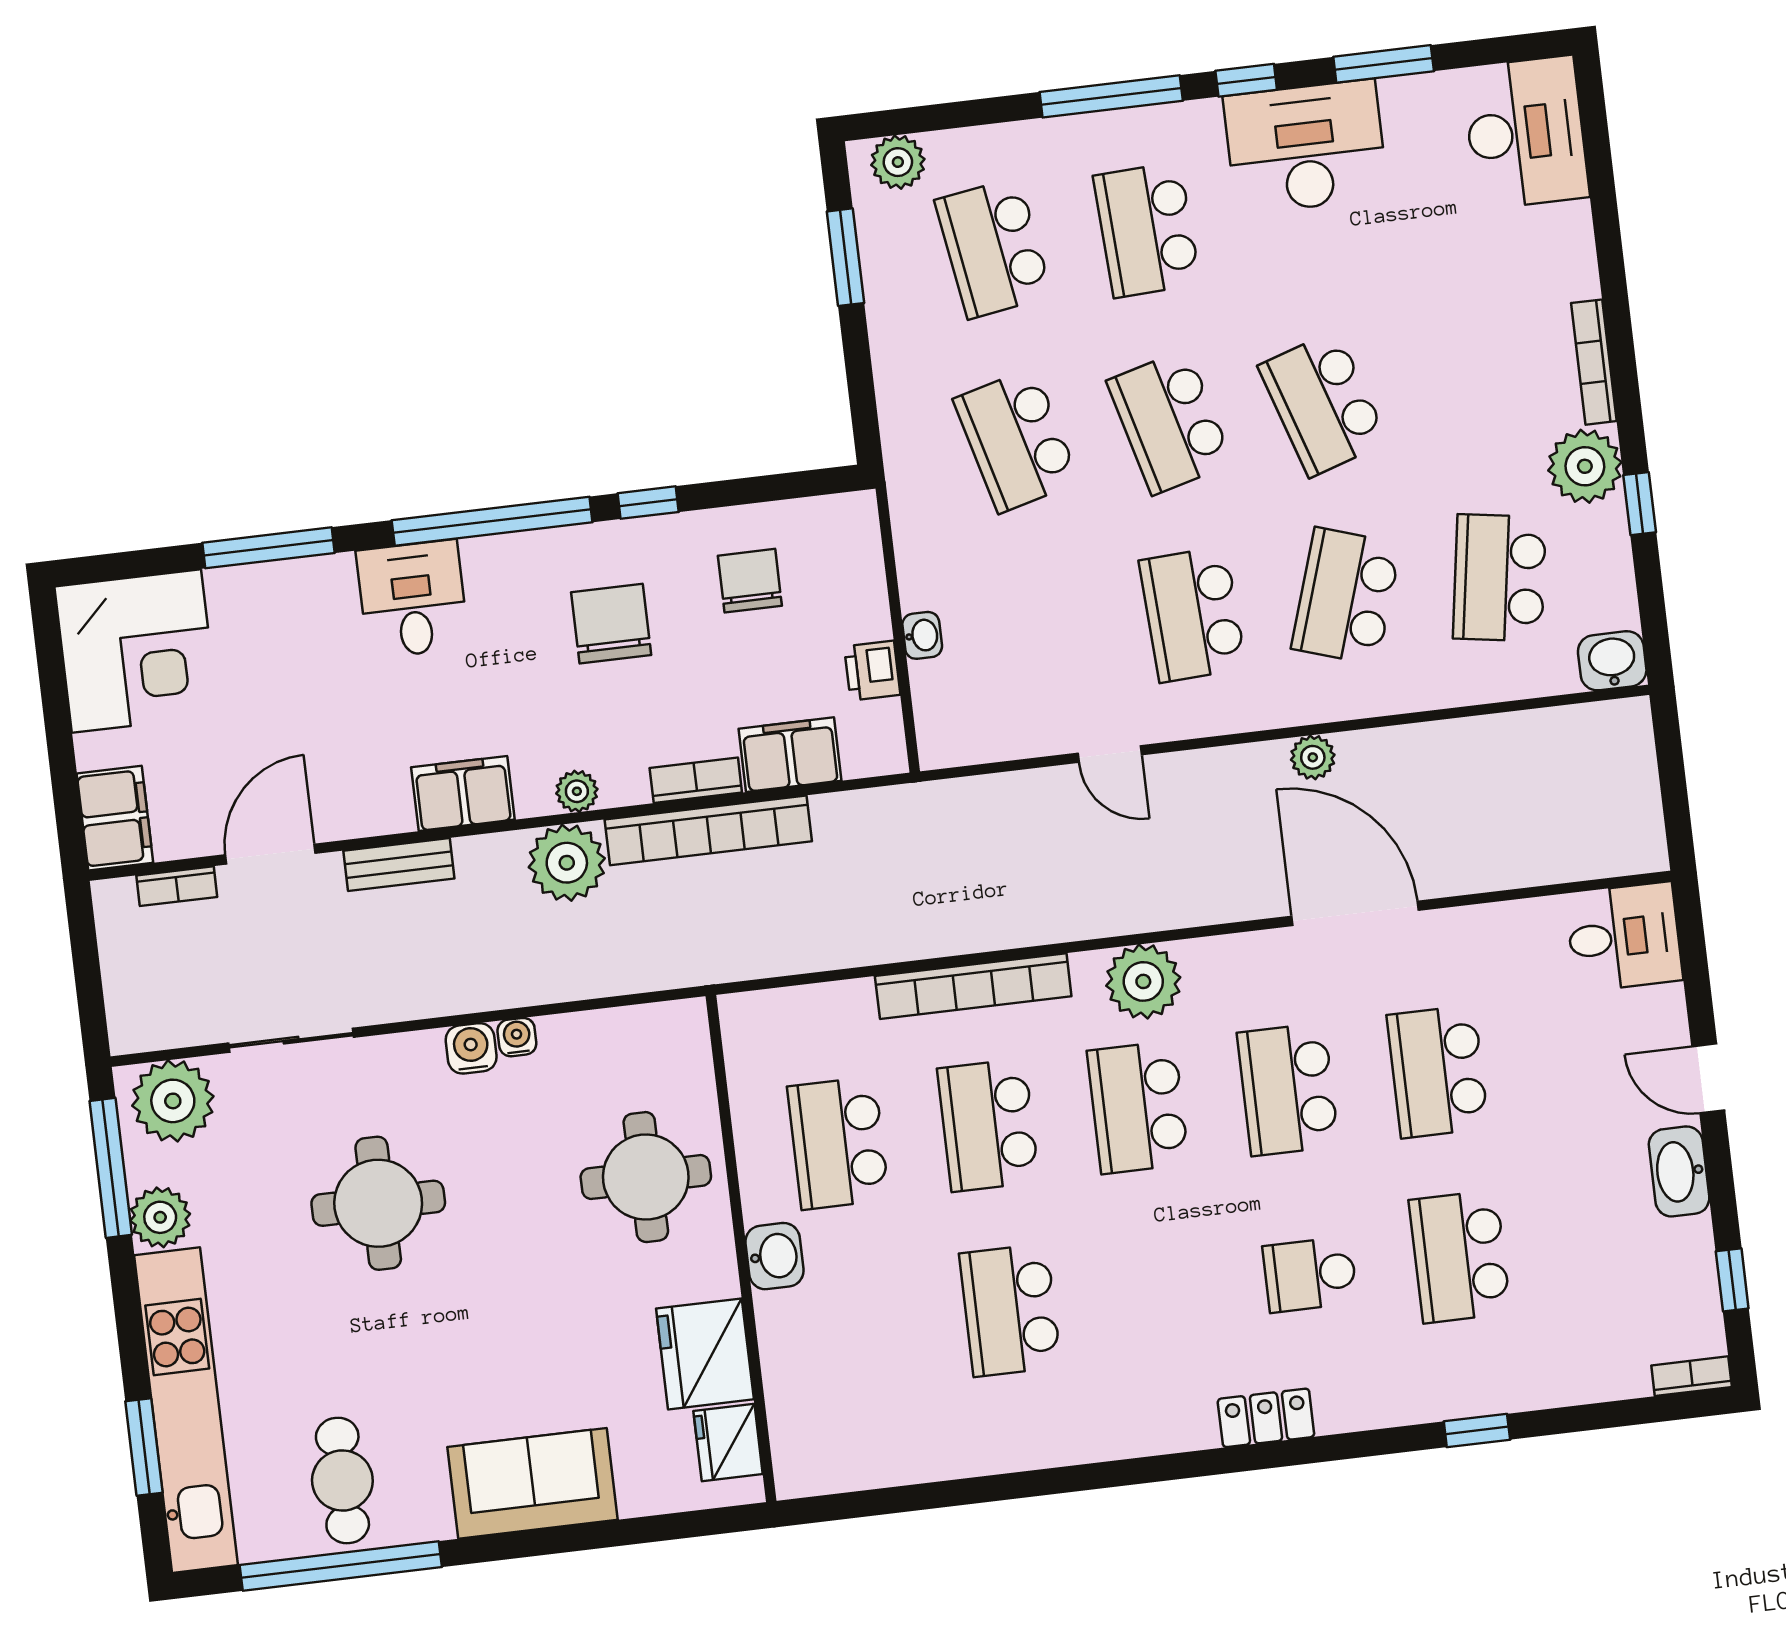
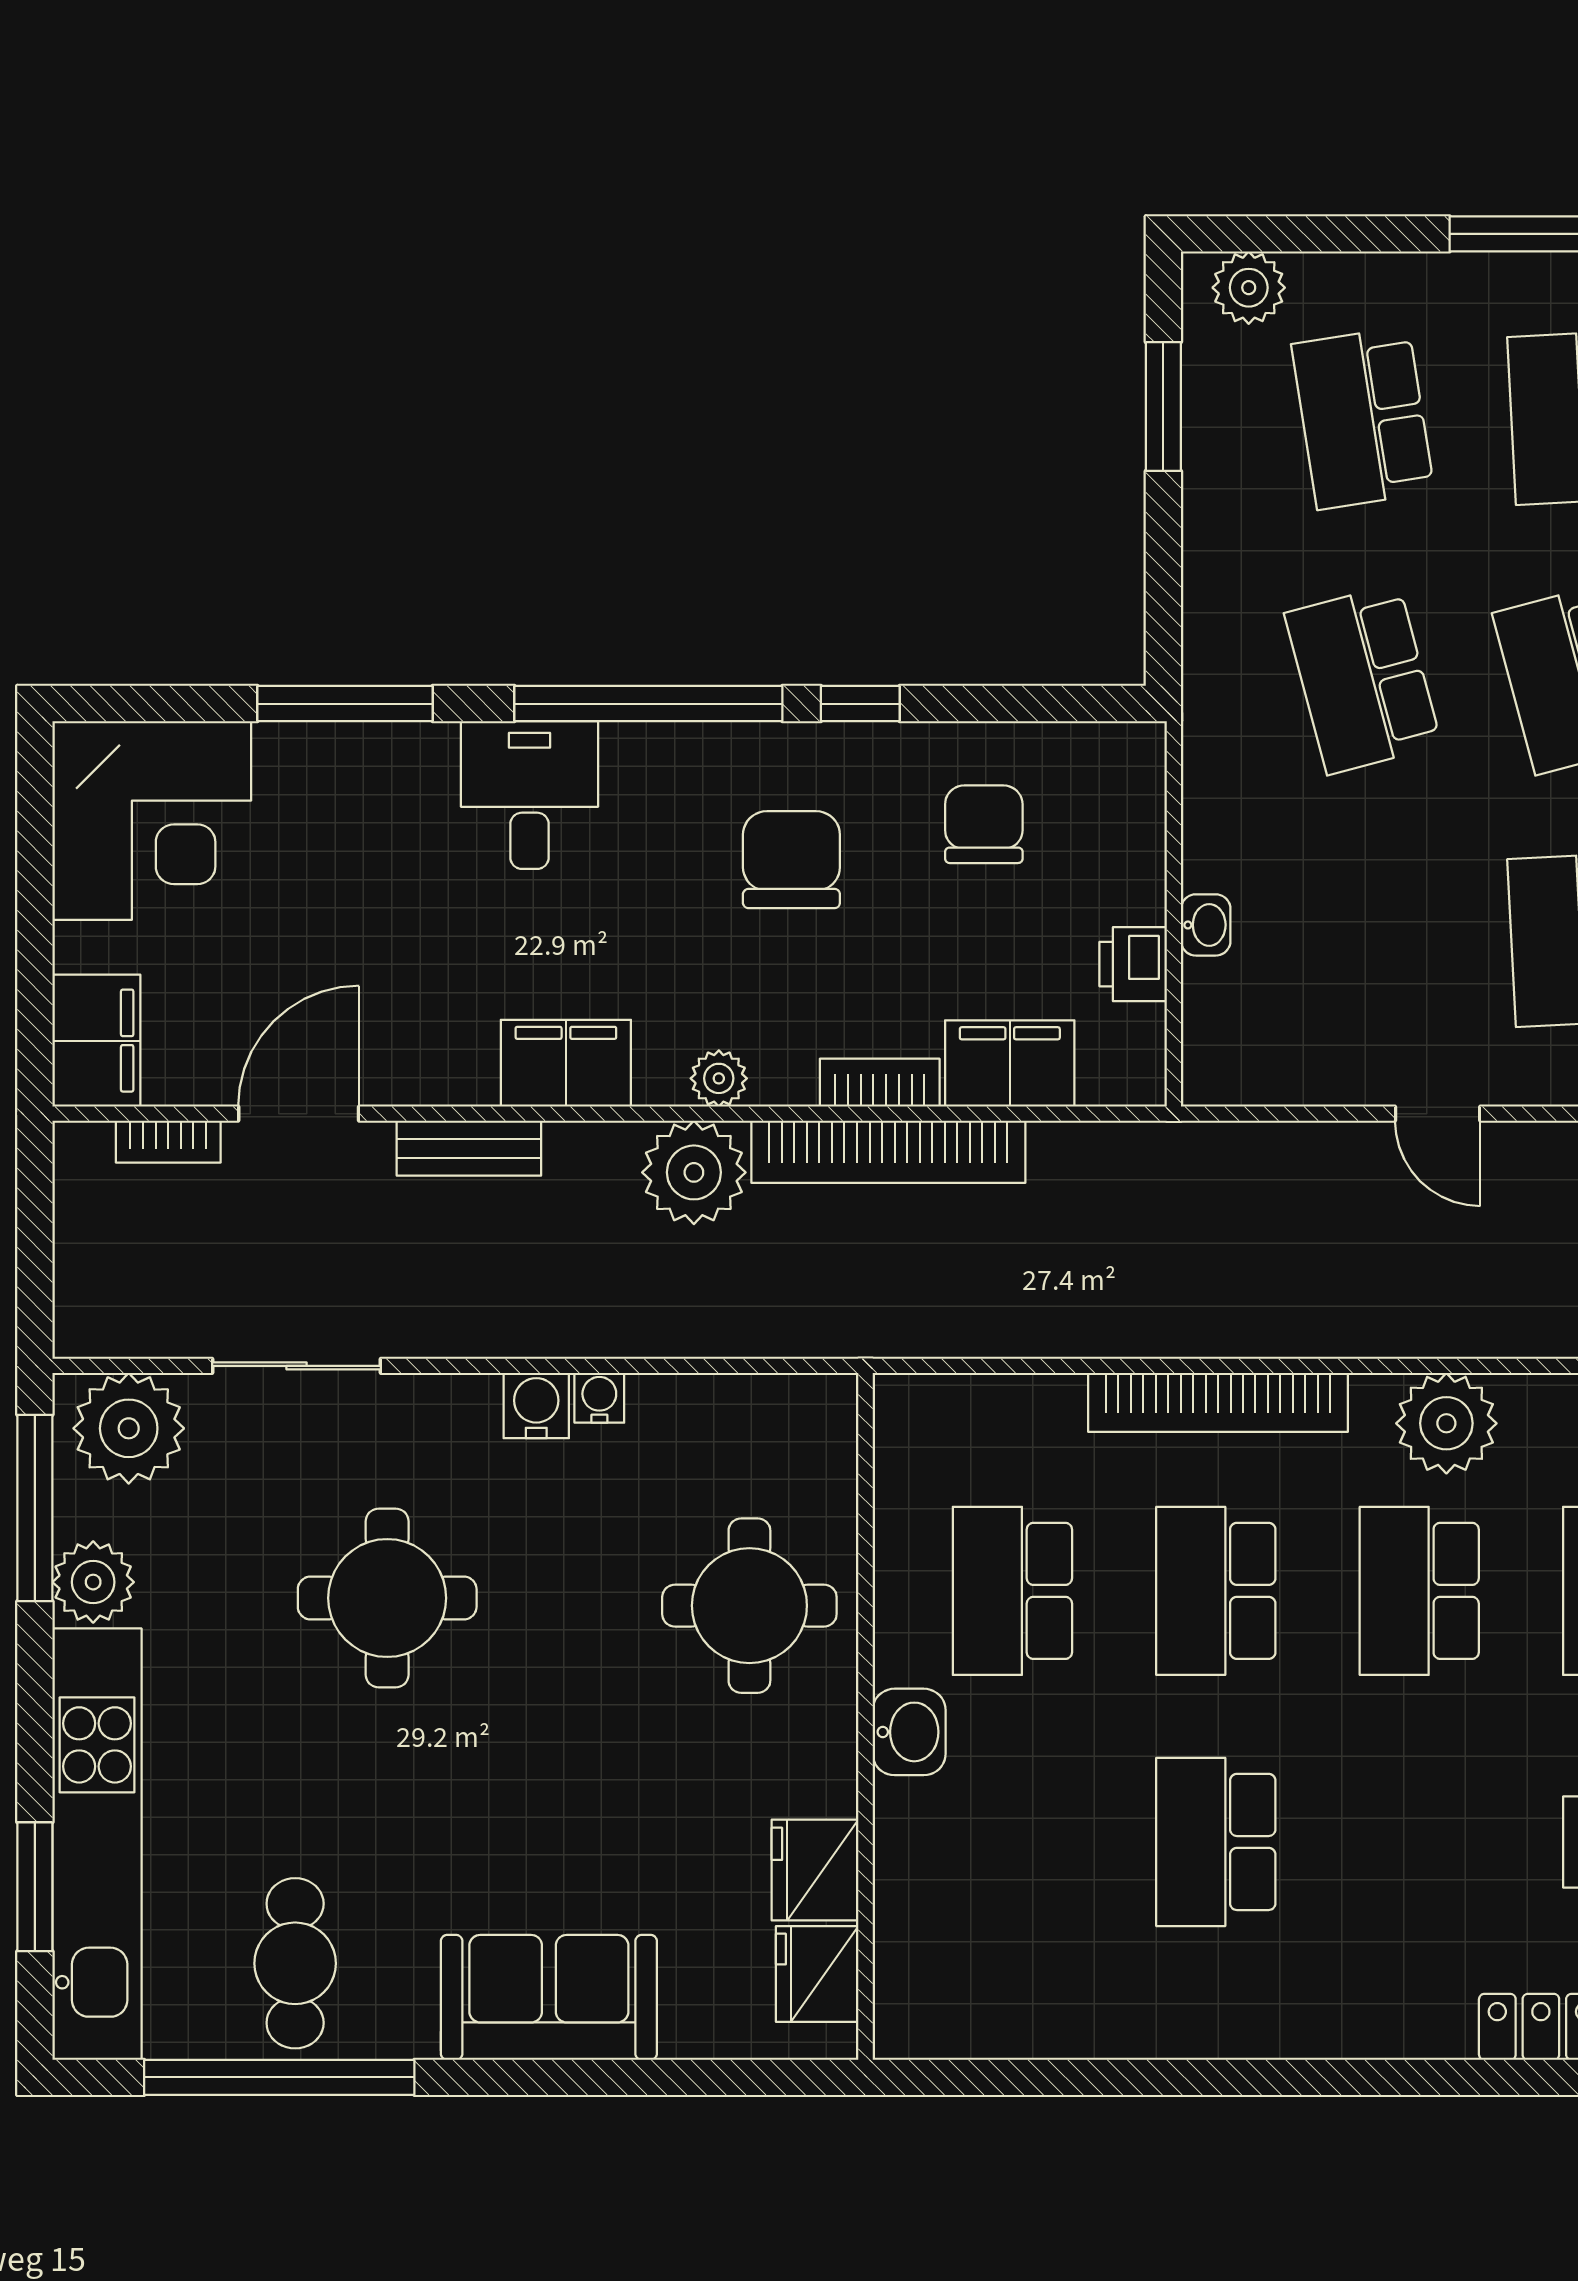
fridge: (705, 1354) -> (815, 1870), width x0.73, depth x0.75

